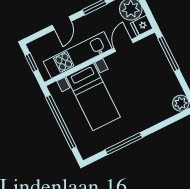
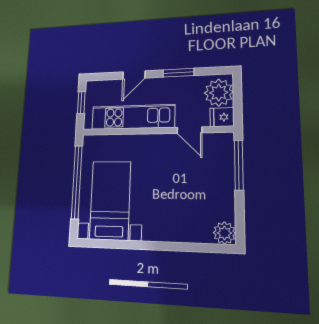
door: (124, 45) -> (189, 130), swing flipped
bed with nightstands: (93, 97) -> (110, 200), moved, turned 180
window: (124, 144) -> (131, 245), removed

